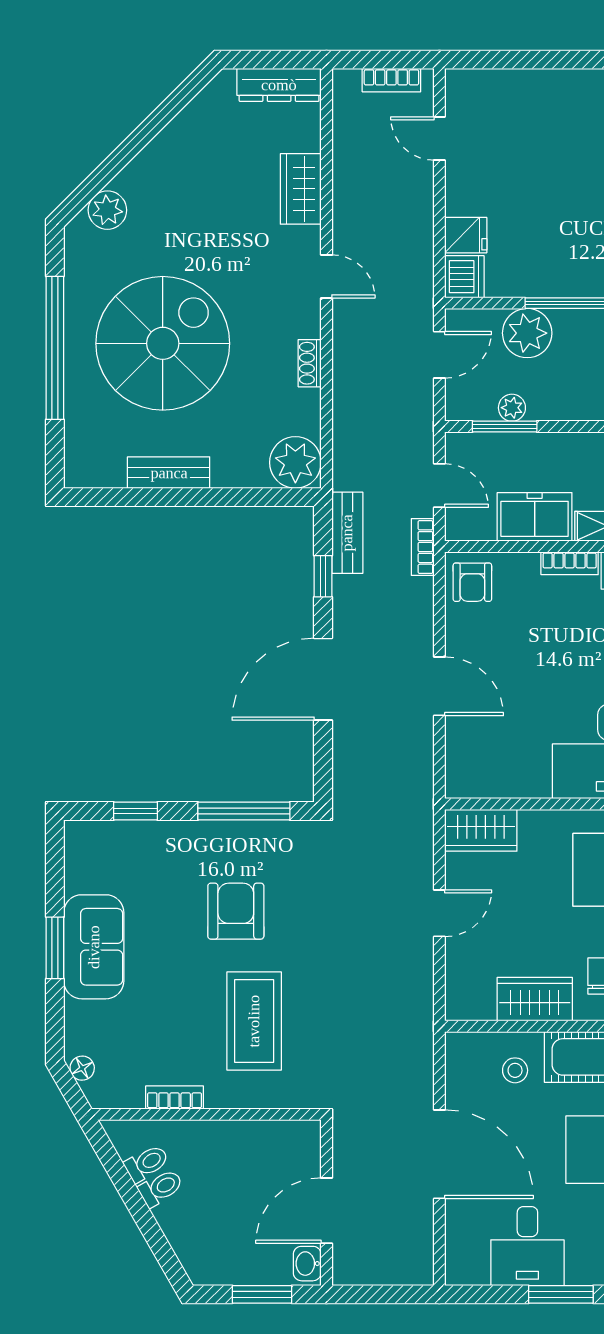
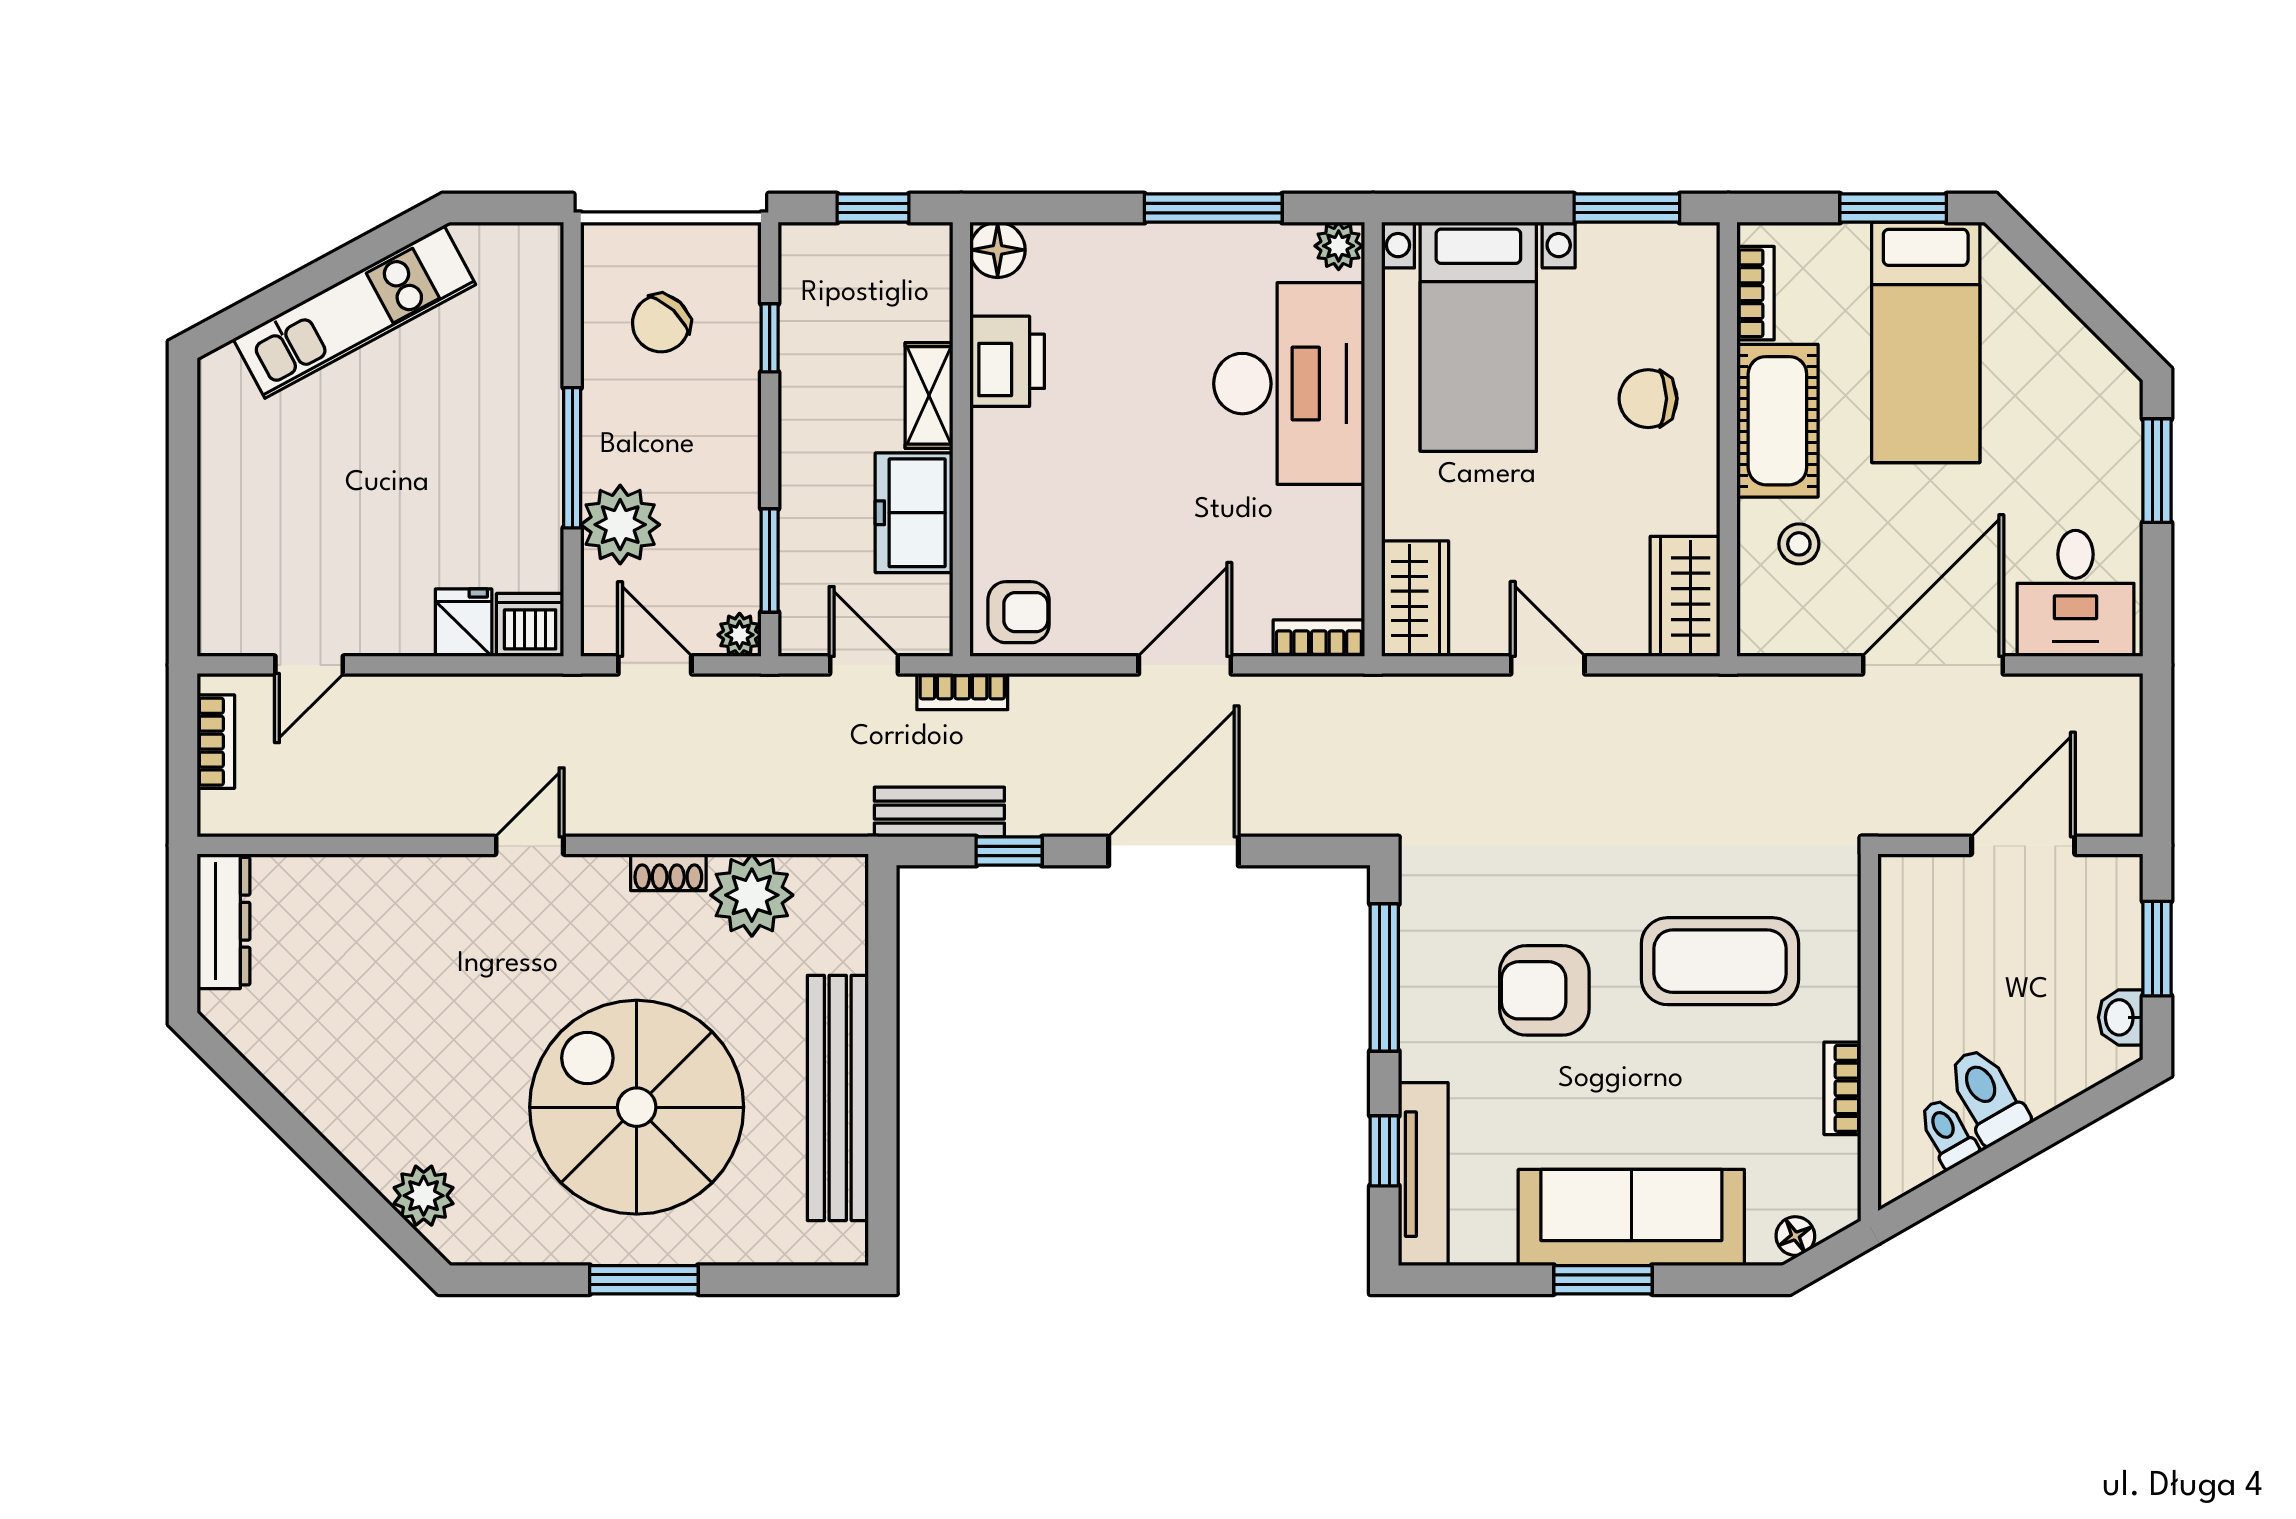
wardrobe: (301, 189) -> (390, 887), removed
window: (55, 348) -> (644, 1280), width x0.47
plant: (512, 408) -> (740, 635), moved
plant: (295, 462) -> (752, 895), moved
bench: (169, 473) -> (838, 1098), width x1.86, depth x1.21
door: (439, 486) -> (864, 665), hinge flipped
bookcase: (570, 563) -> (1319, 638), moved, turned -90
door: (323, 679) -> (1174, 851), swing flipped
tv unit: (121, 835) -> (1423, 1174), added
sofa: (94, 947) -> (1631, 1217), width x1.36
wardrobe: (535, 999) -> (1685, 596), moved
toilet: (161, 1188) -> (1987, 1096), width x1.37, depth x1.39
door: (326, 1211) -> (2023, 845), swing flipped
desk: (527, 1246) -> (2075, 593), moved, turned 90
washbasin: (307, 1264) -> (2121, 1017), moved, turned 90

